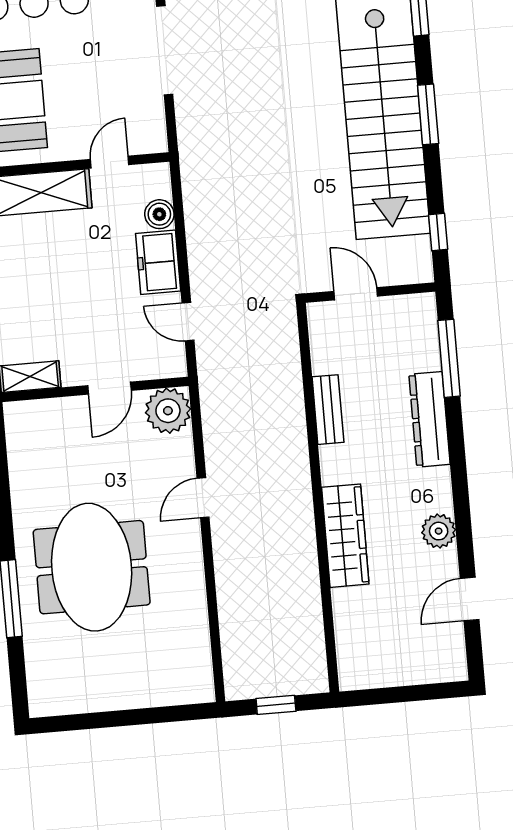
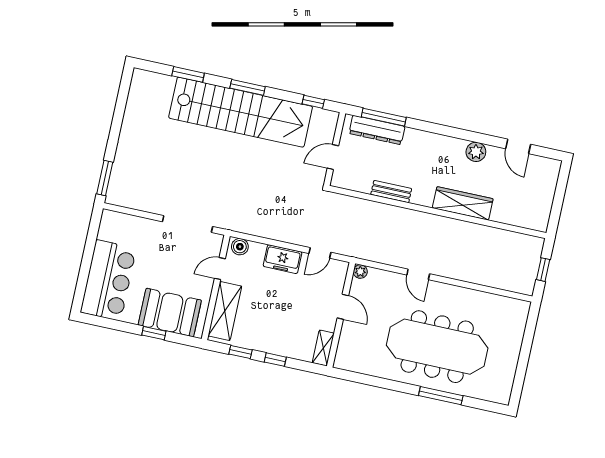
doorway: (165, 50) -> (187, 224), moved
door: (110, 162) -> (220, 269), hinge flipped
boiler: (159, 214) -> (240, 247), moved
plant: (168, 411) -> (360, 272), width x0.53, depth x0.53
dresser: (429, 419) -> (377, 130), moved
meeting table: (92, 567) -> (437, 347), width x1.36

